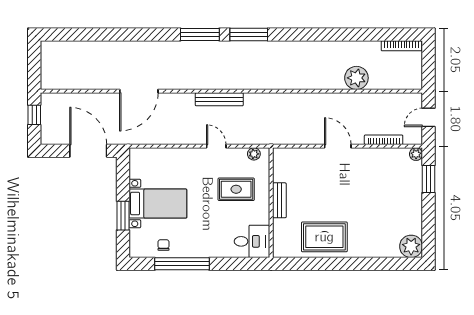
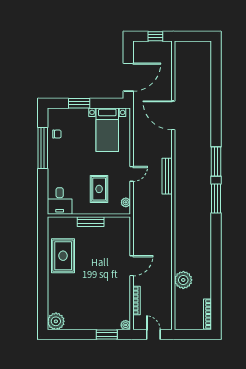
bed with nightstands: (158, 204) -> (107, 130), moved

